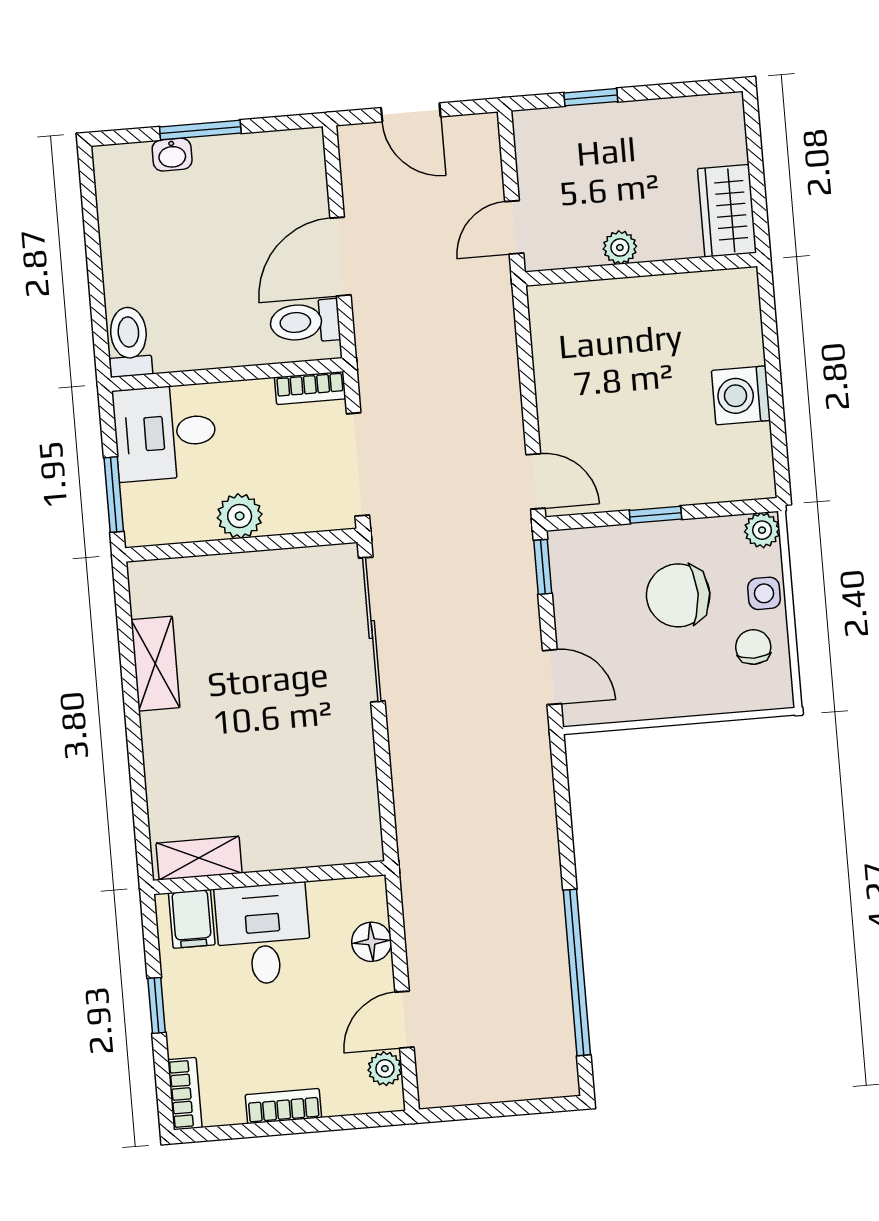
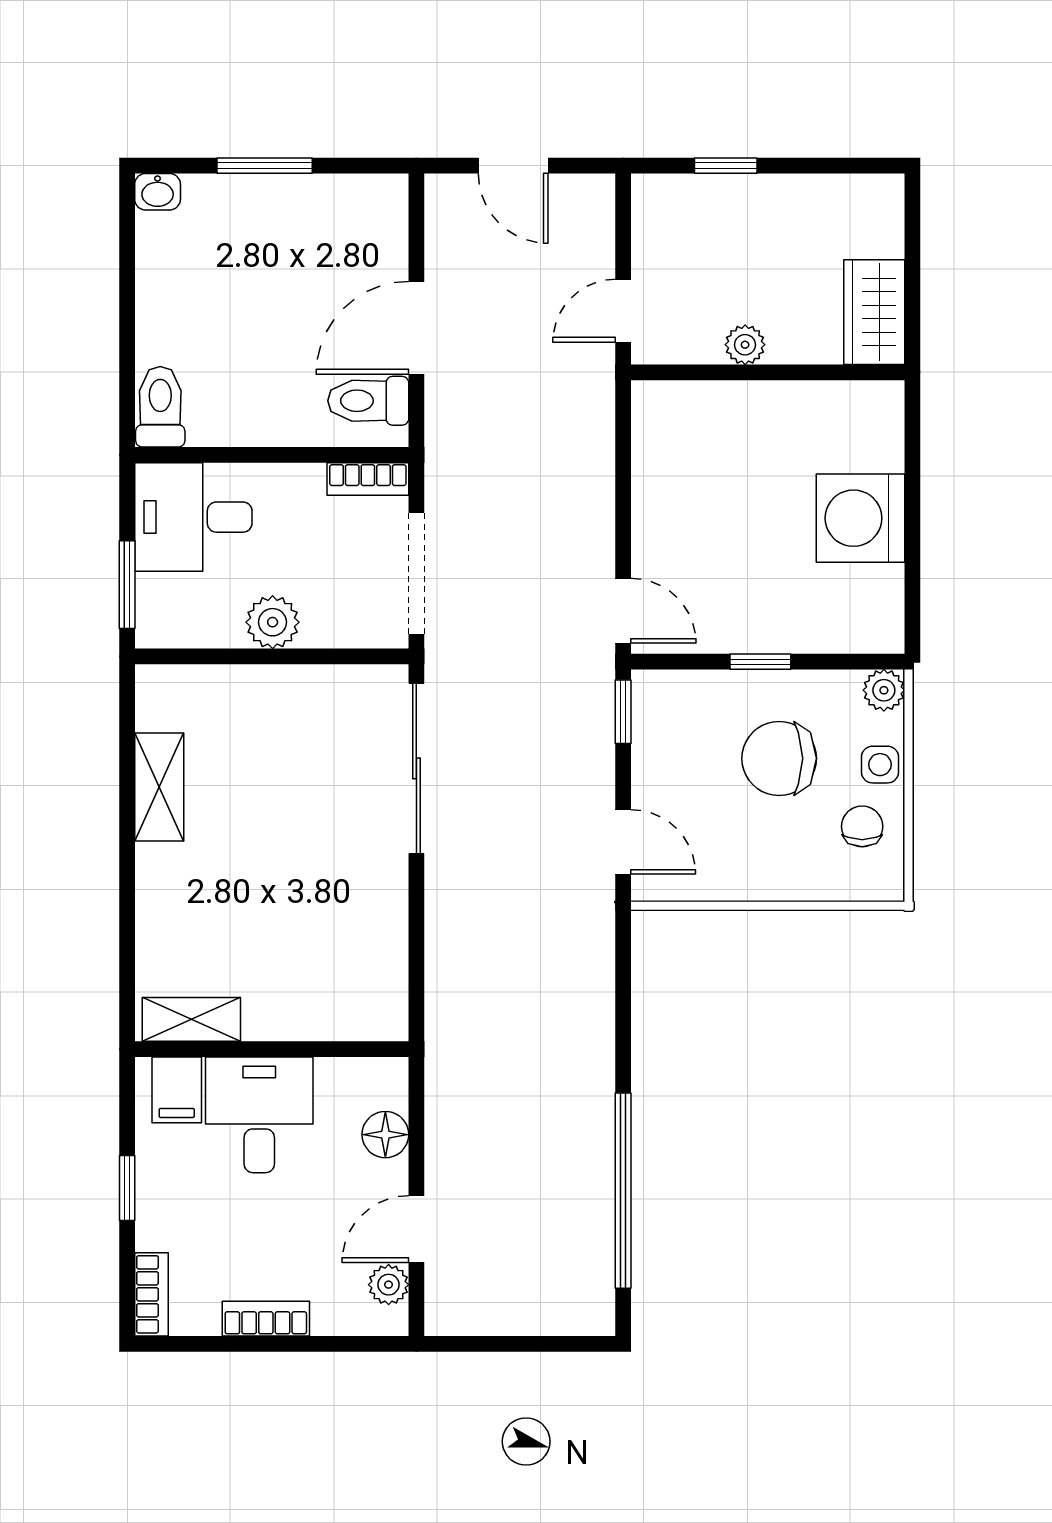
washbasin: (172, 155) -> (158, 192), moved
washing machine: (741, 395) -> (861, 518), width x1.37, depth x1.37

